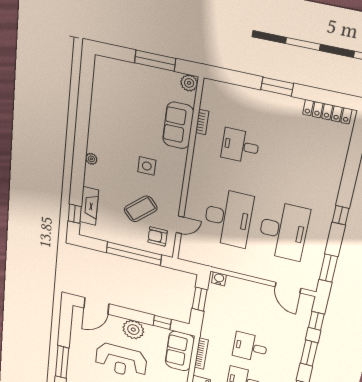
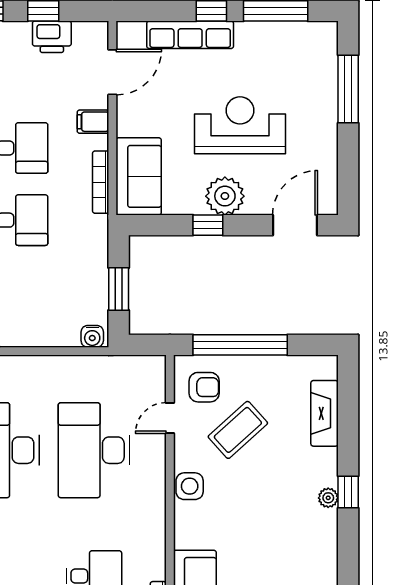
side table: (147, 166) -> (190, 486), moved
window: (75, 214) -> (348, 492), moved
window: (162, 322) -> (208, 225), moved

